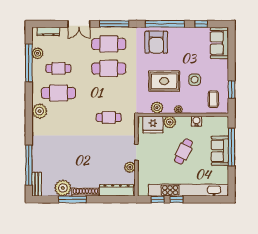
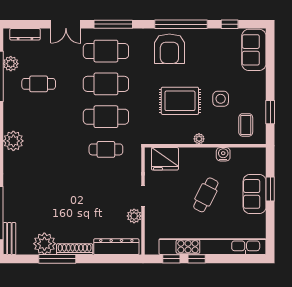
cafe table: (58, 93) -> (106, 117), moved
plant: (157, 108) -> (170, 136), removed
plant: (170, 122) -> (187, 156), removed
window: (232, 147) -> (270, 189), width x0.47

